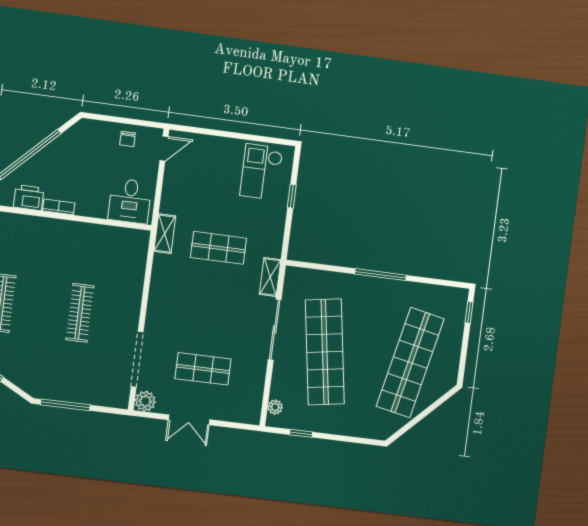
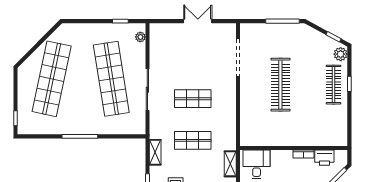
shelving: (165, 234) -> (230, 164), moved
shelving: (270, 277) -> (155, 152), moved
clothes rail: (80, 313) -> (280, 85), width x1.37, depth x1.31
shop shelf: (203, 369) -> (193, 99), moved
plant: (145, 401) -> (229, 30), removed

